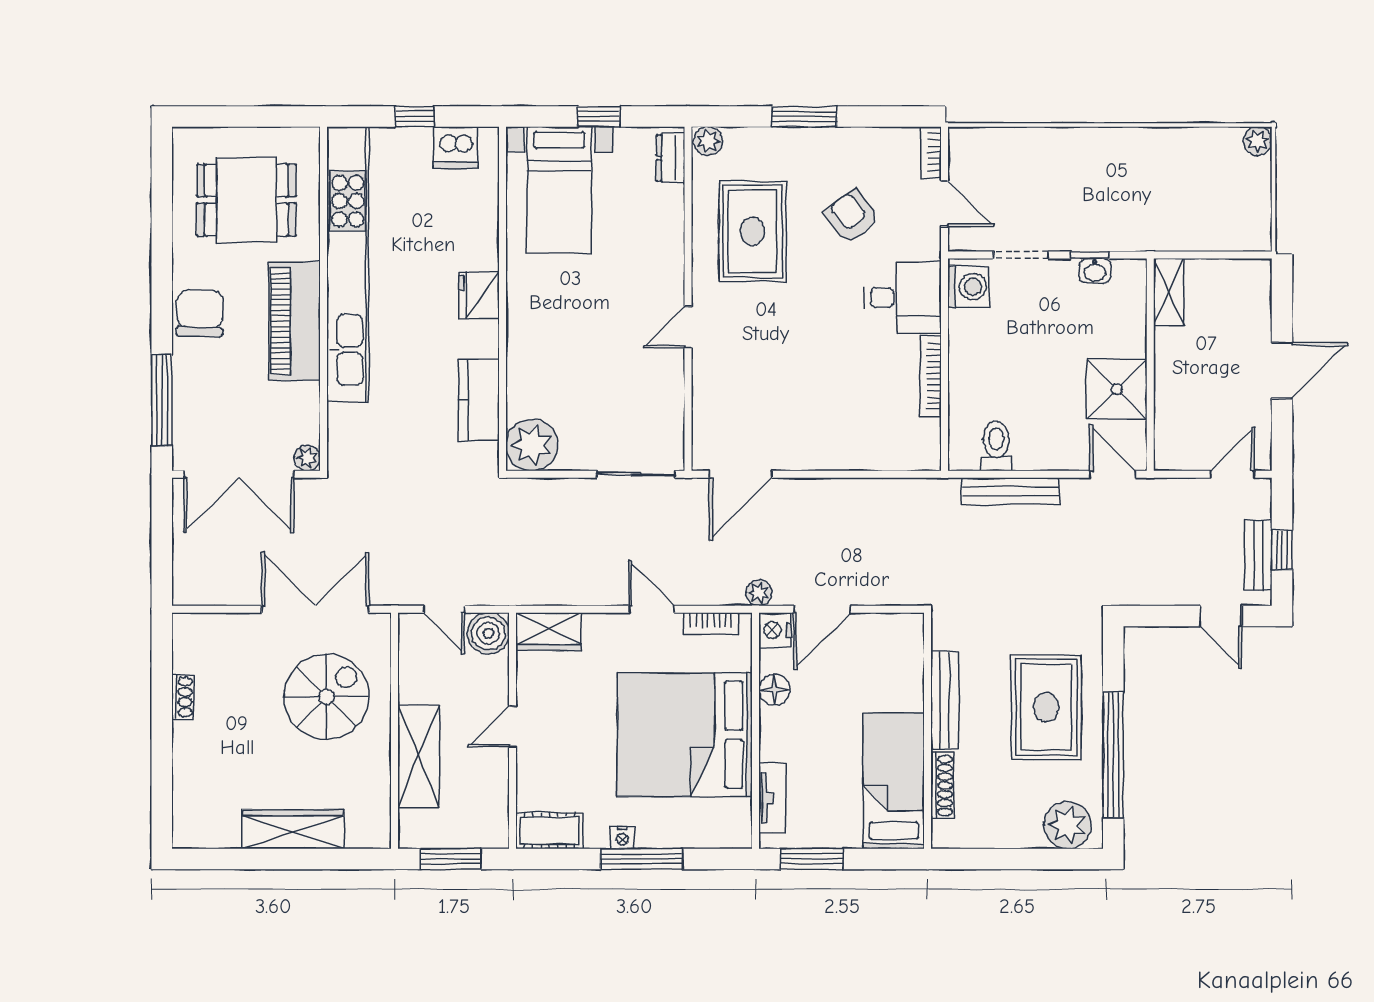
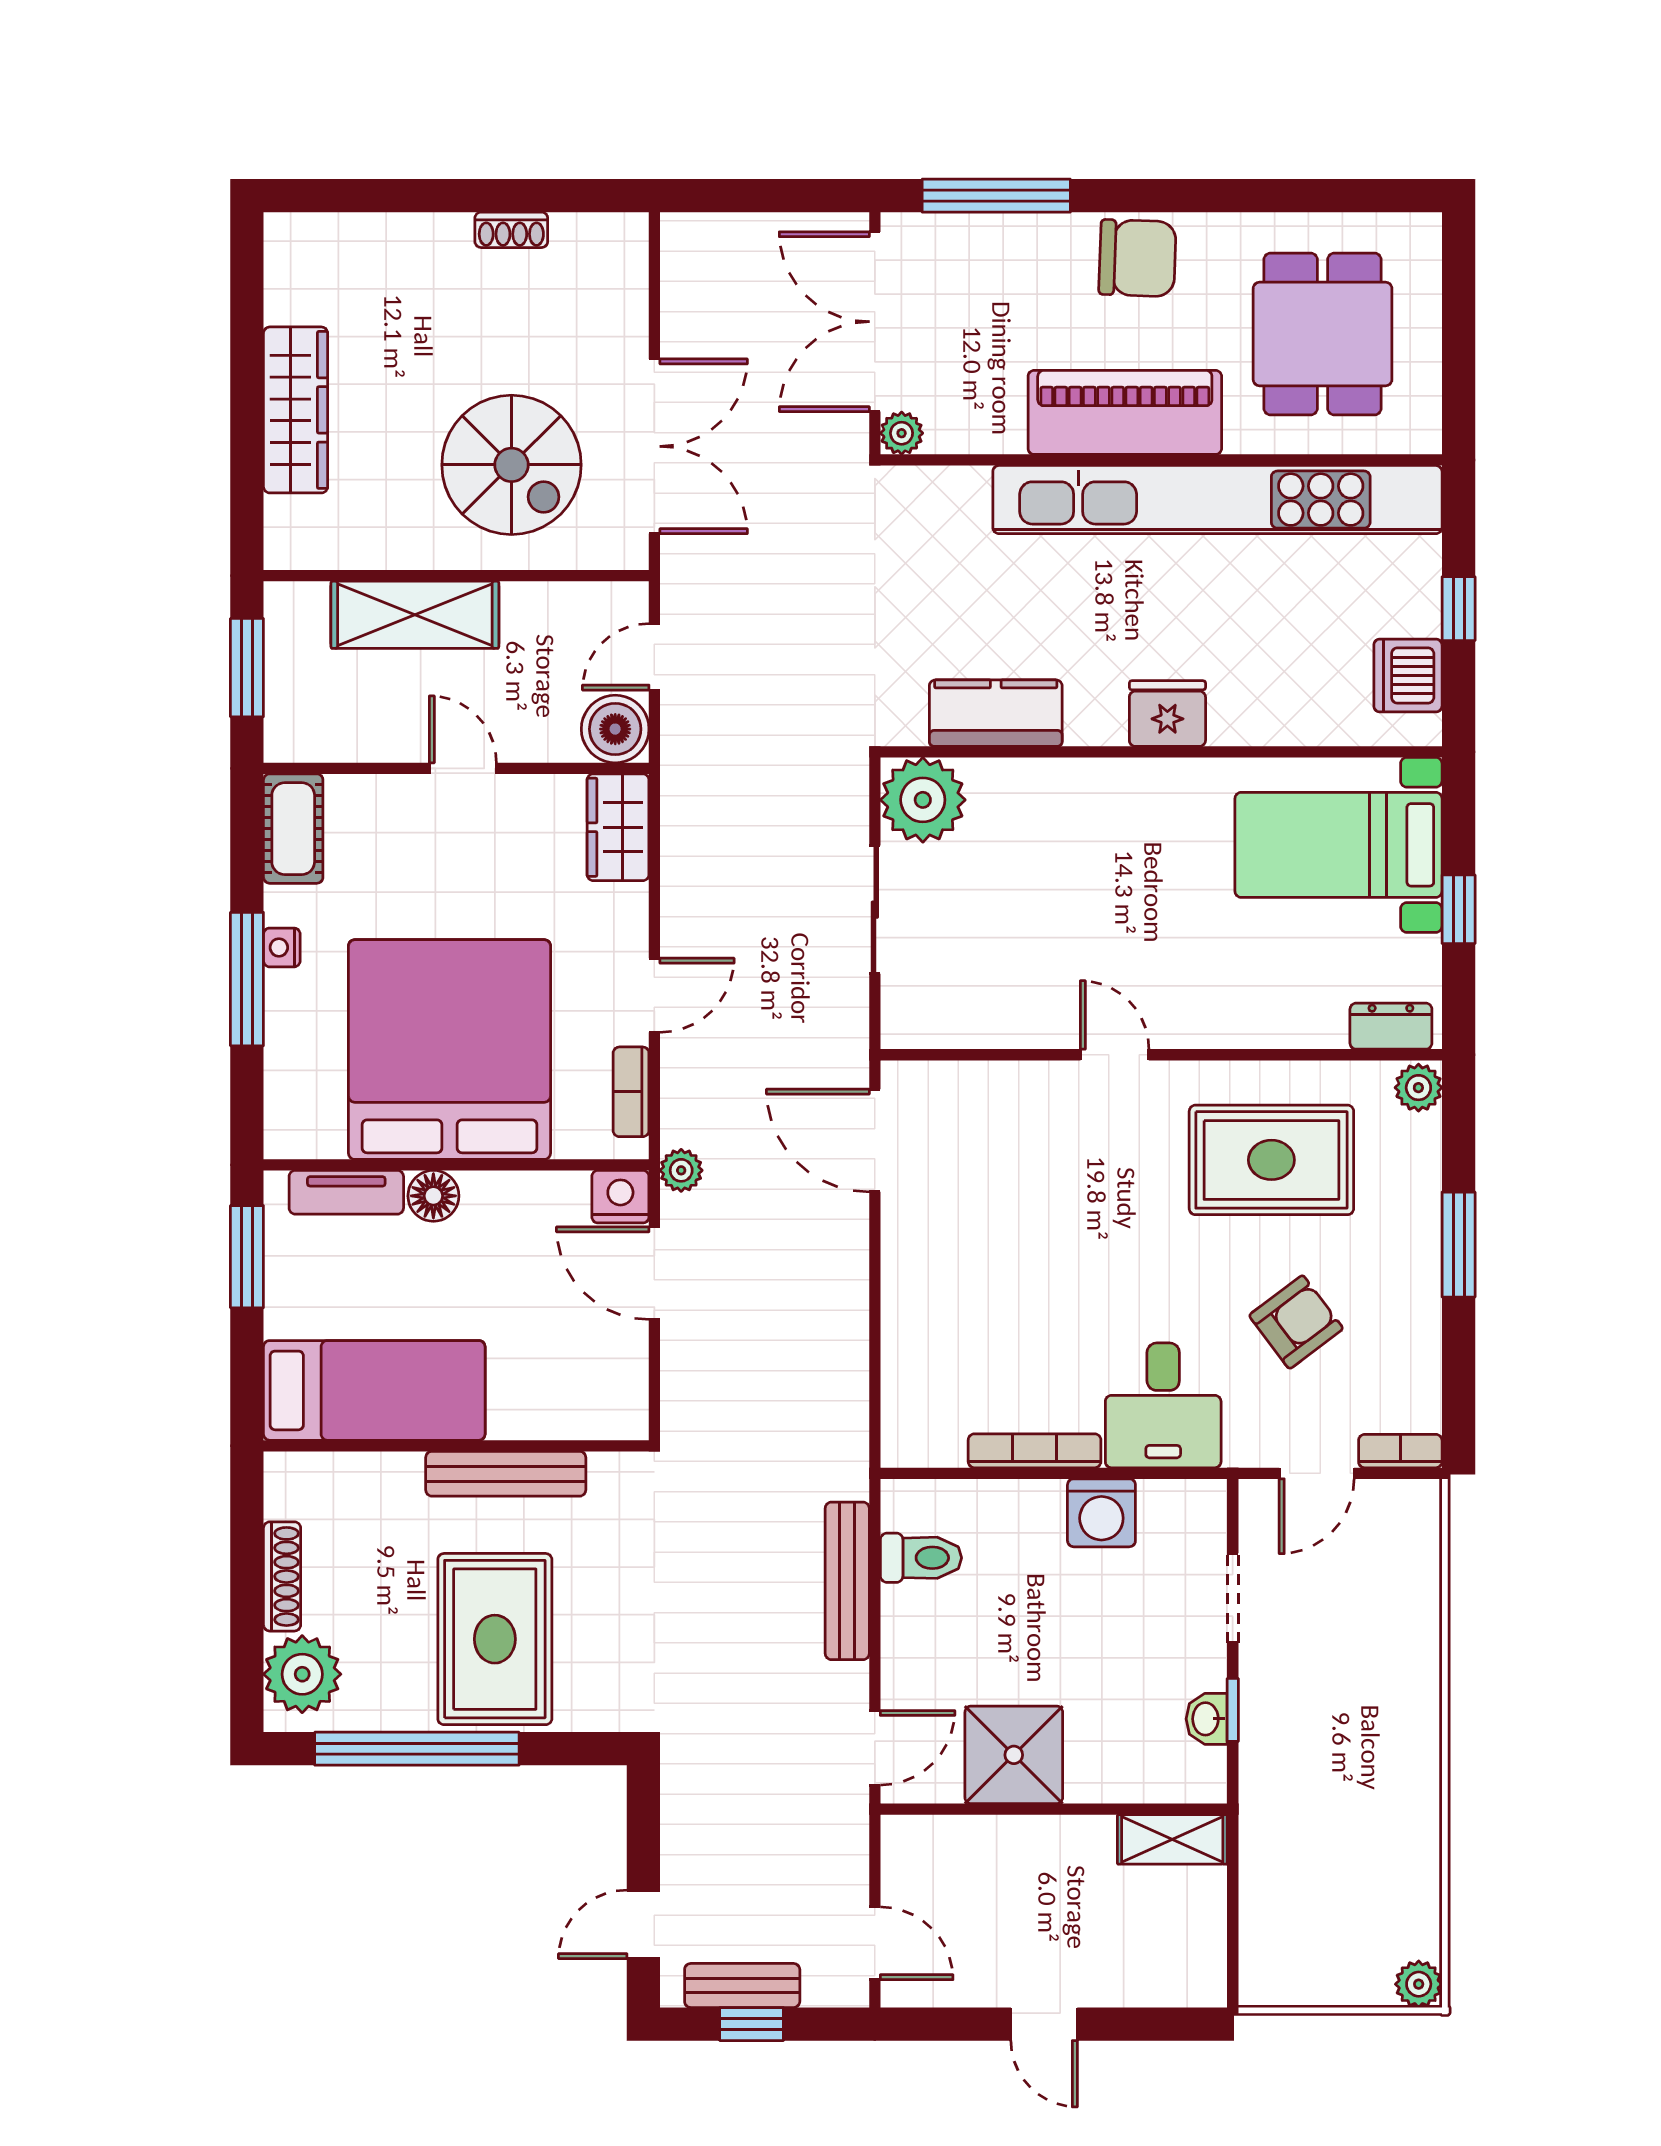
washing machine: (969, 287) -> (1101, 1513), moved
door: (1282, 371) -> (1044, 2024), width x0.73
sliding door: (636, 474) -> (875, 910), moved
floor lamp: (774, 690) -> (433, 1196), moved
rug: (1046, 707) -> (495, 1639), turned 90
shoe rack: (942, 786) -> (282, 1576), moved, turned -90

